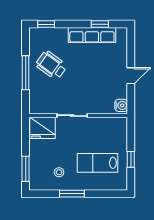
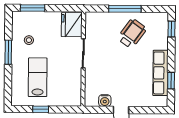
water cooler: (121, 105) -> (105, 101), moved

